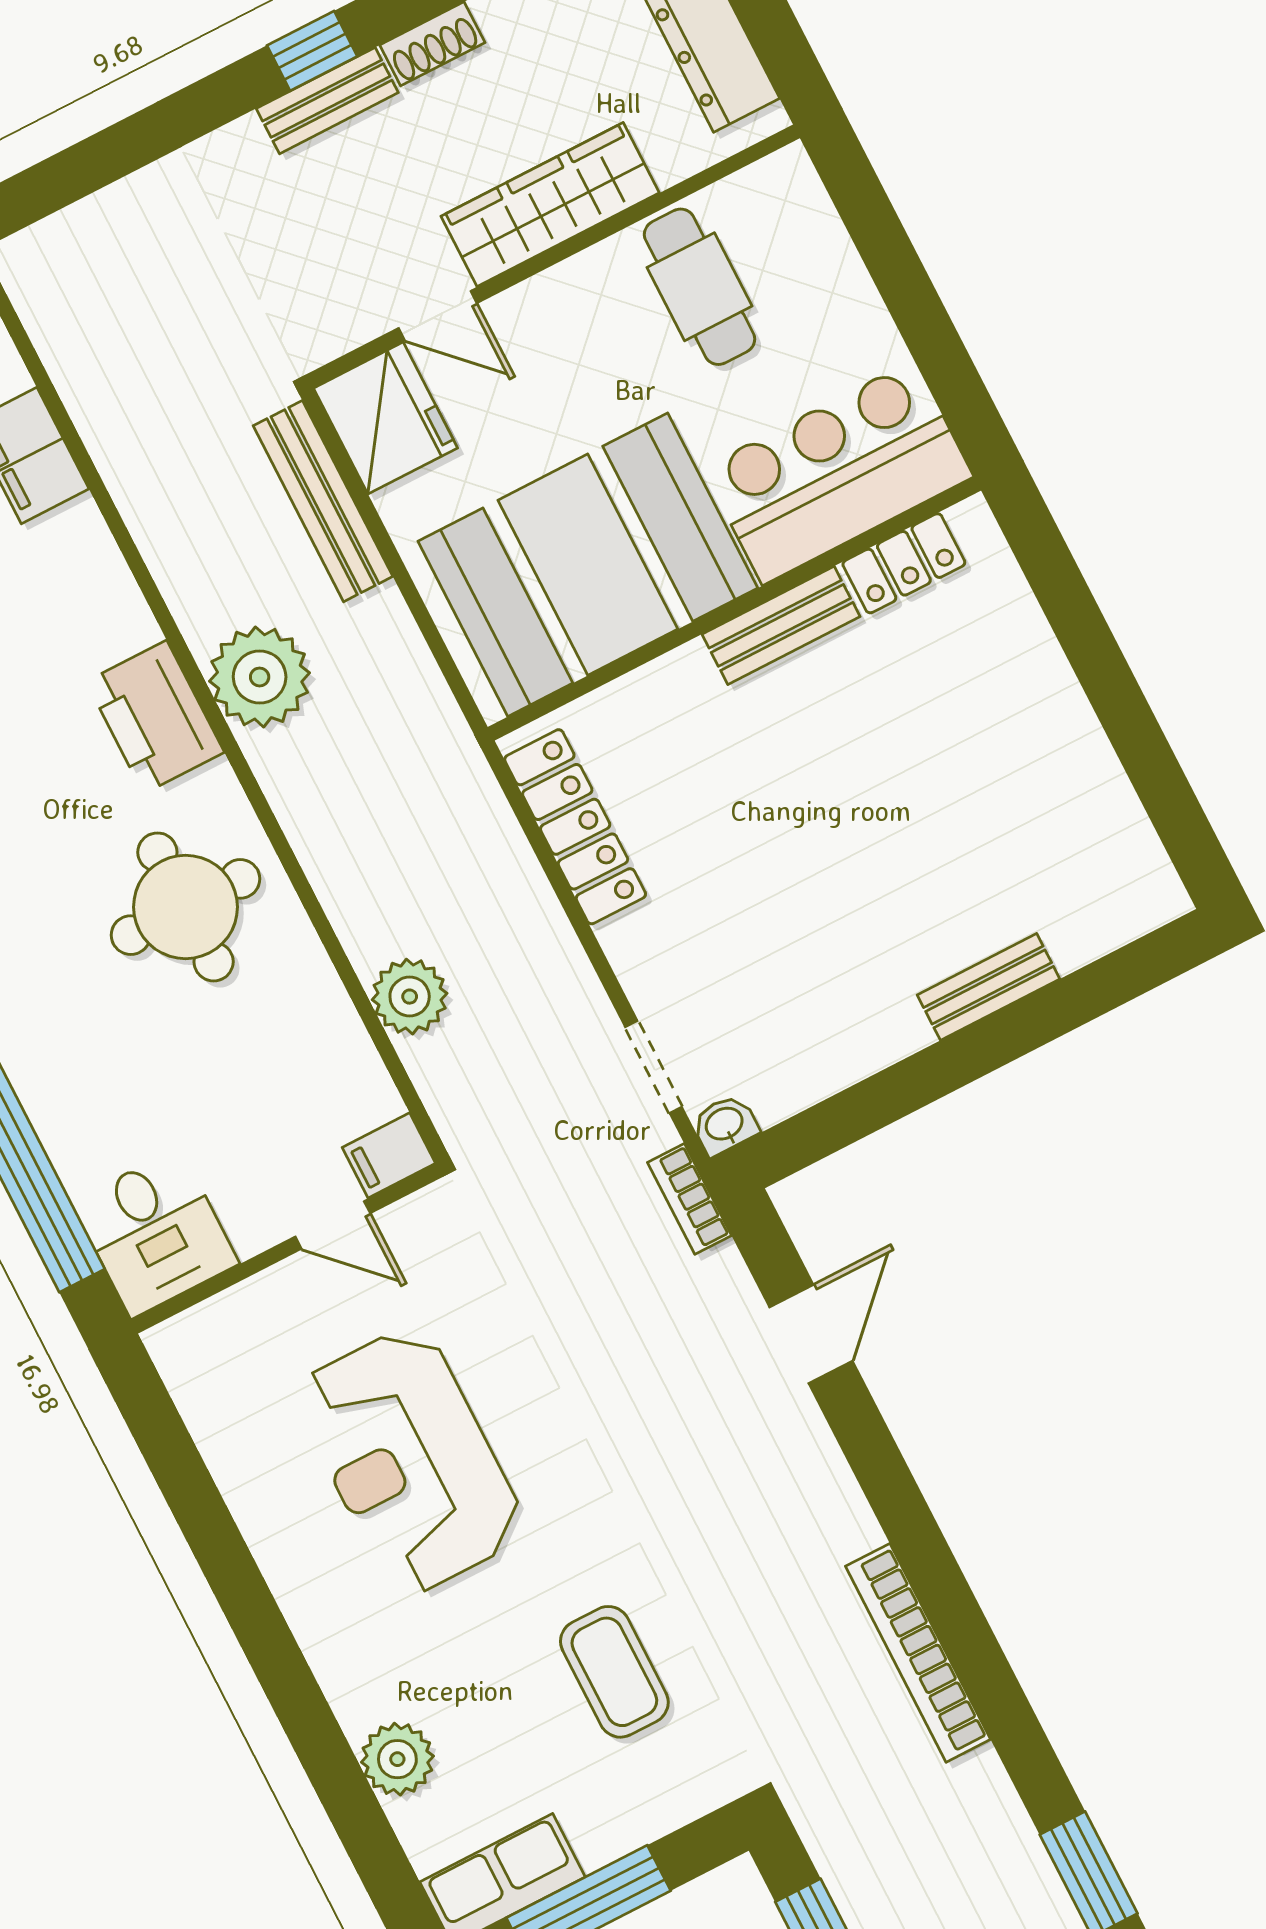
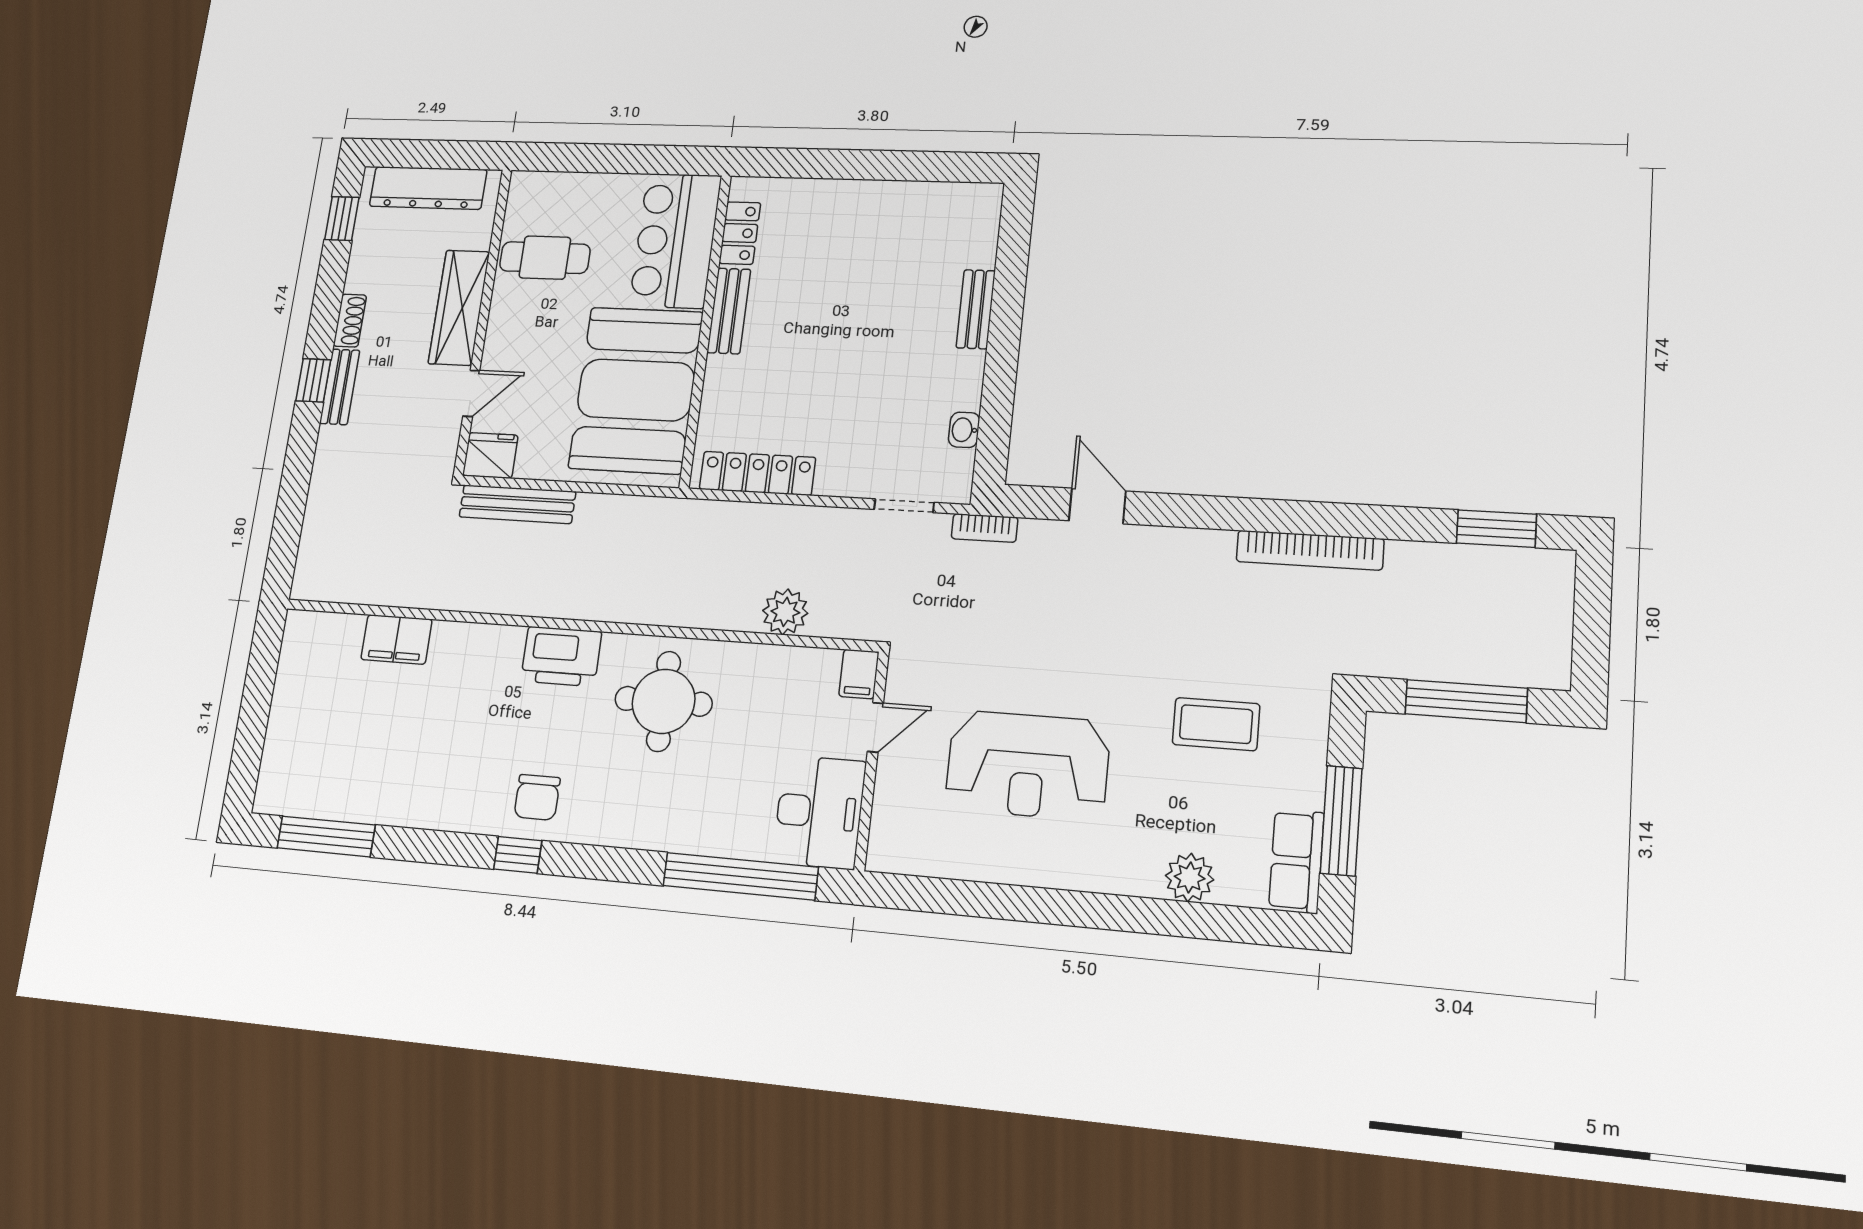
fridge: (386, 418) -> (490, 455), width x0.73, depth x0.75
plant: (260, 677) -> (578, 590), removed
washbasin: (725, 1125) -> (964, 430), moved
desk: (155, 1233) -> (819, 812), width x1.37

